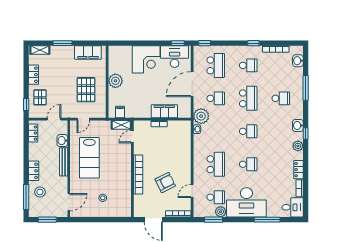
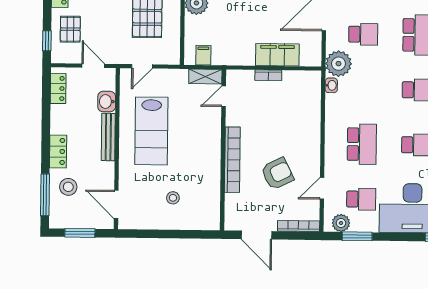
door: (54, 119) -> (93, 66), hinge flipped
door: (69, 202) -> (116, 204), swing flipped
plant: (221, 212) -> (341, 223), moved

